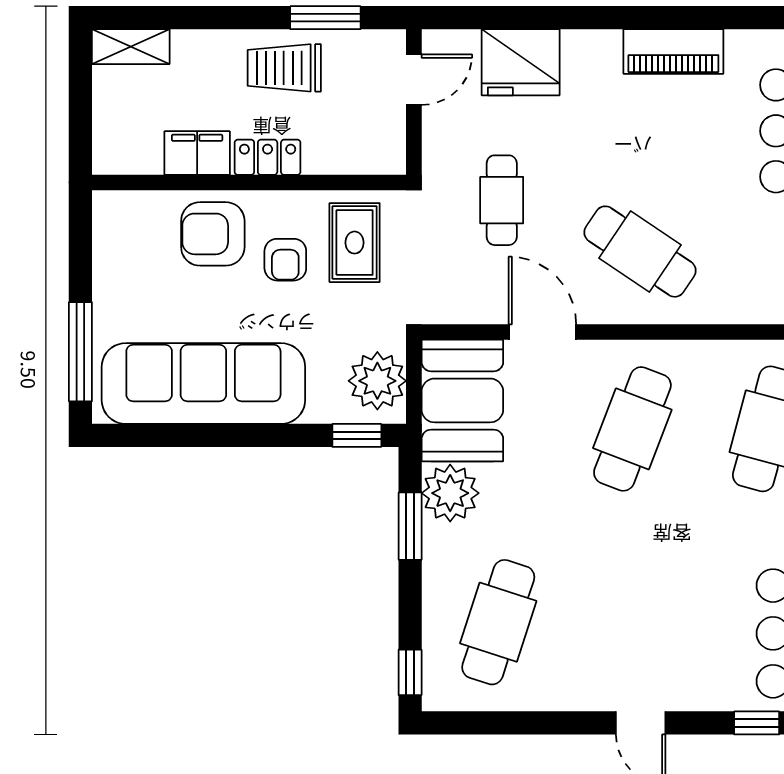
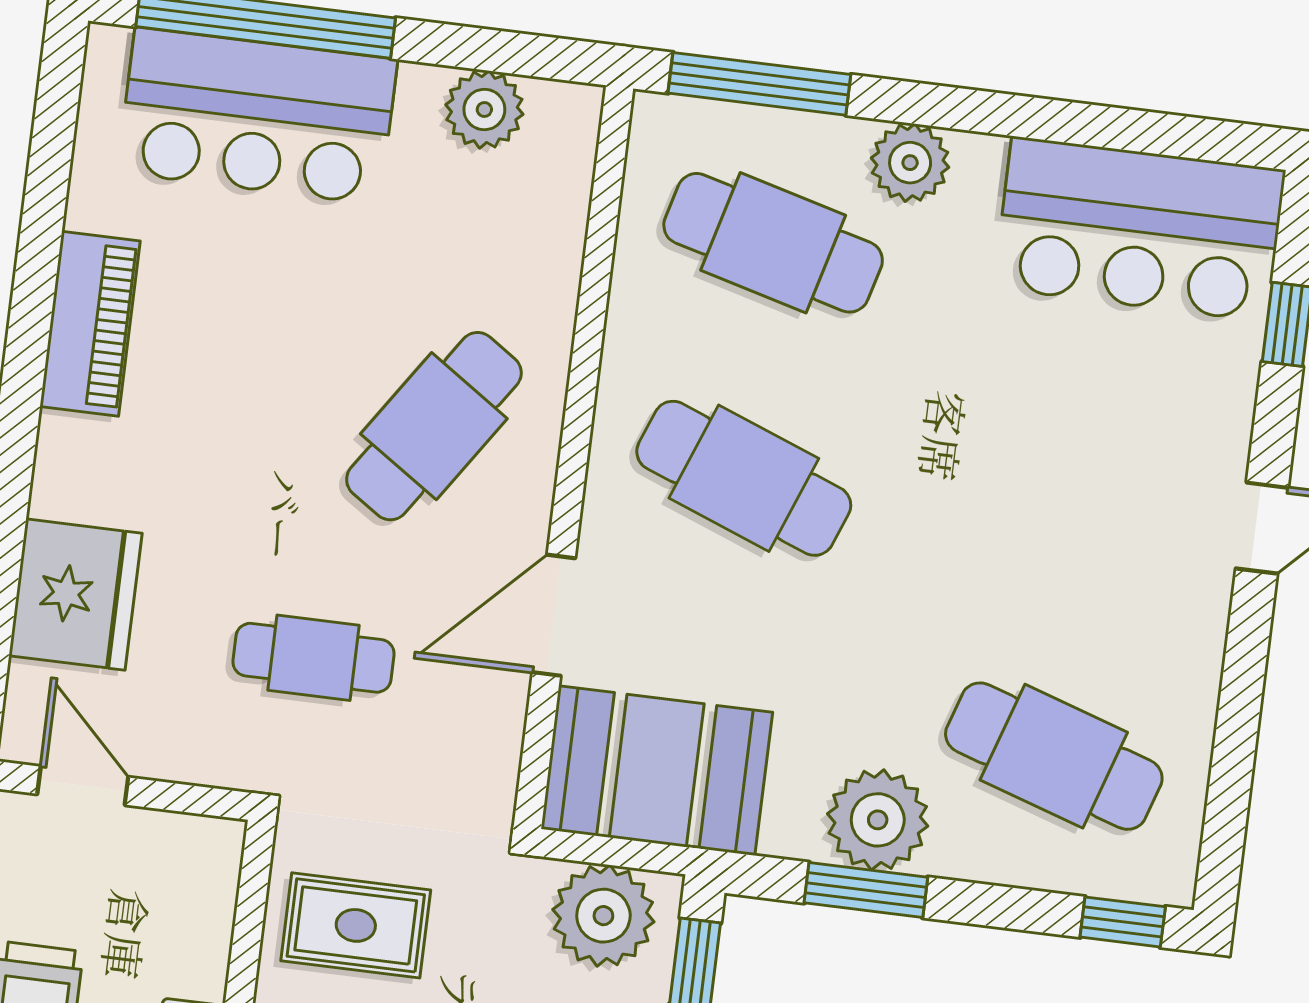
plant: (450, 493) -> (878, 820), moved

